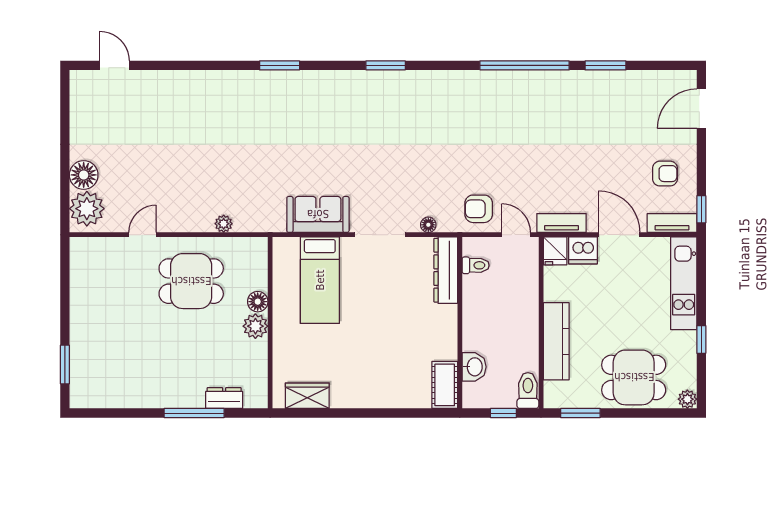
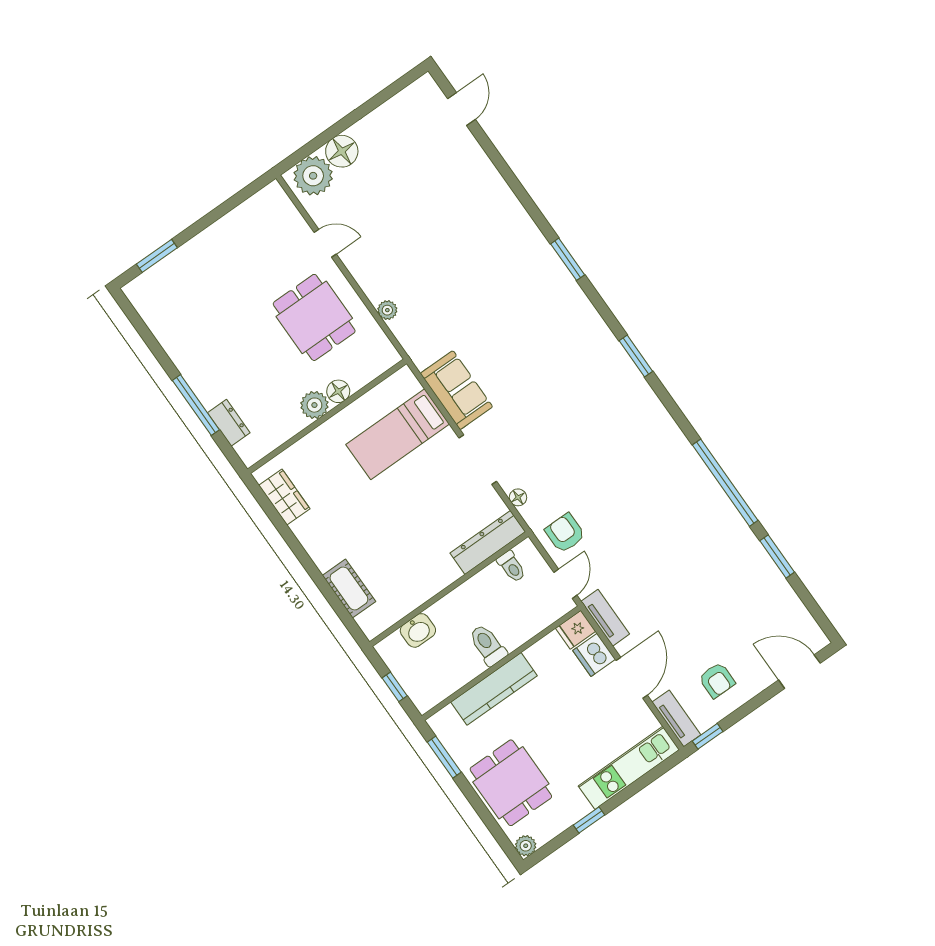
cot: (445, 385) -> (349, 589), moved, turned 90
toilet: (528, 391) -> (488, 645), moved, turned -90

